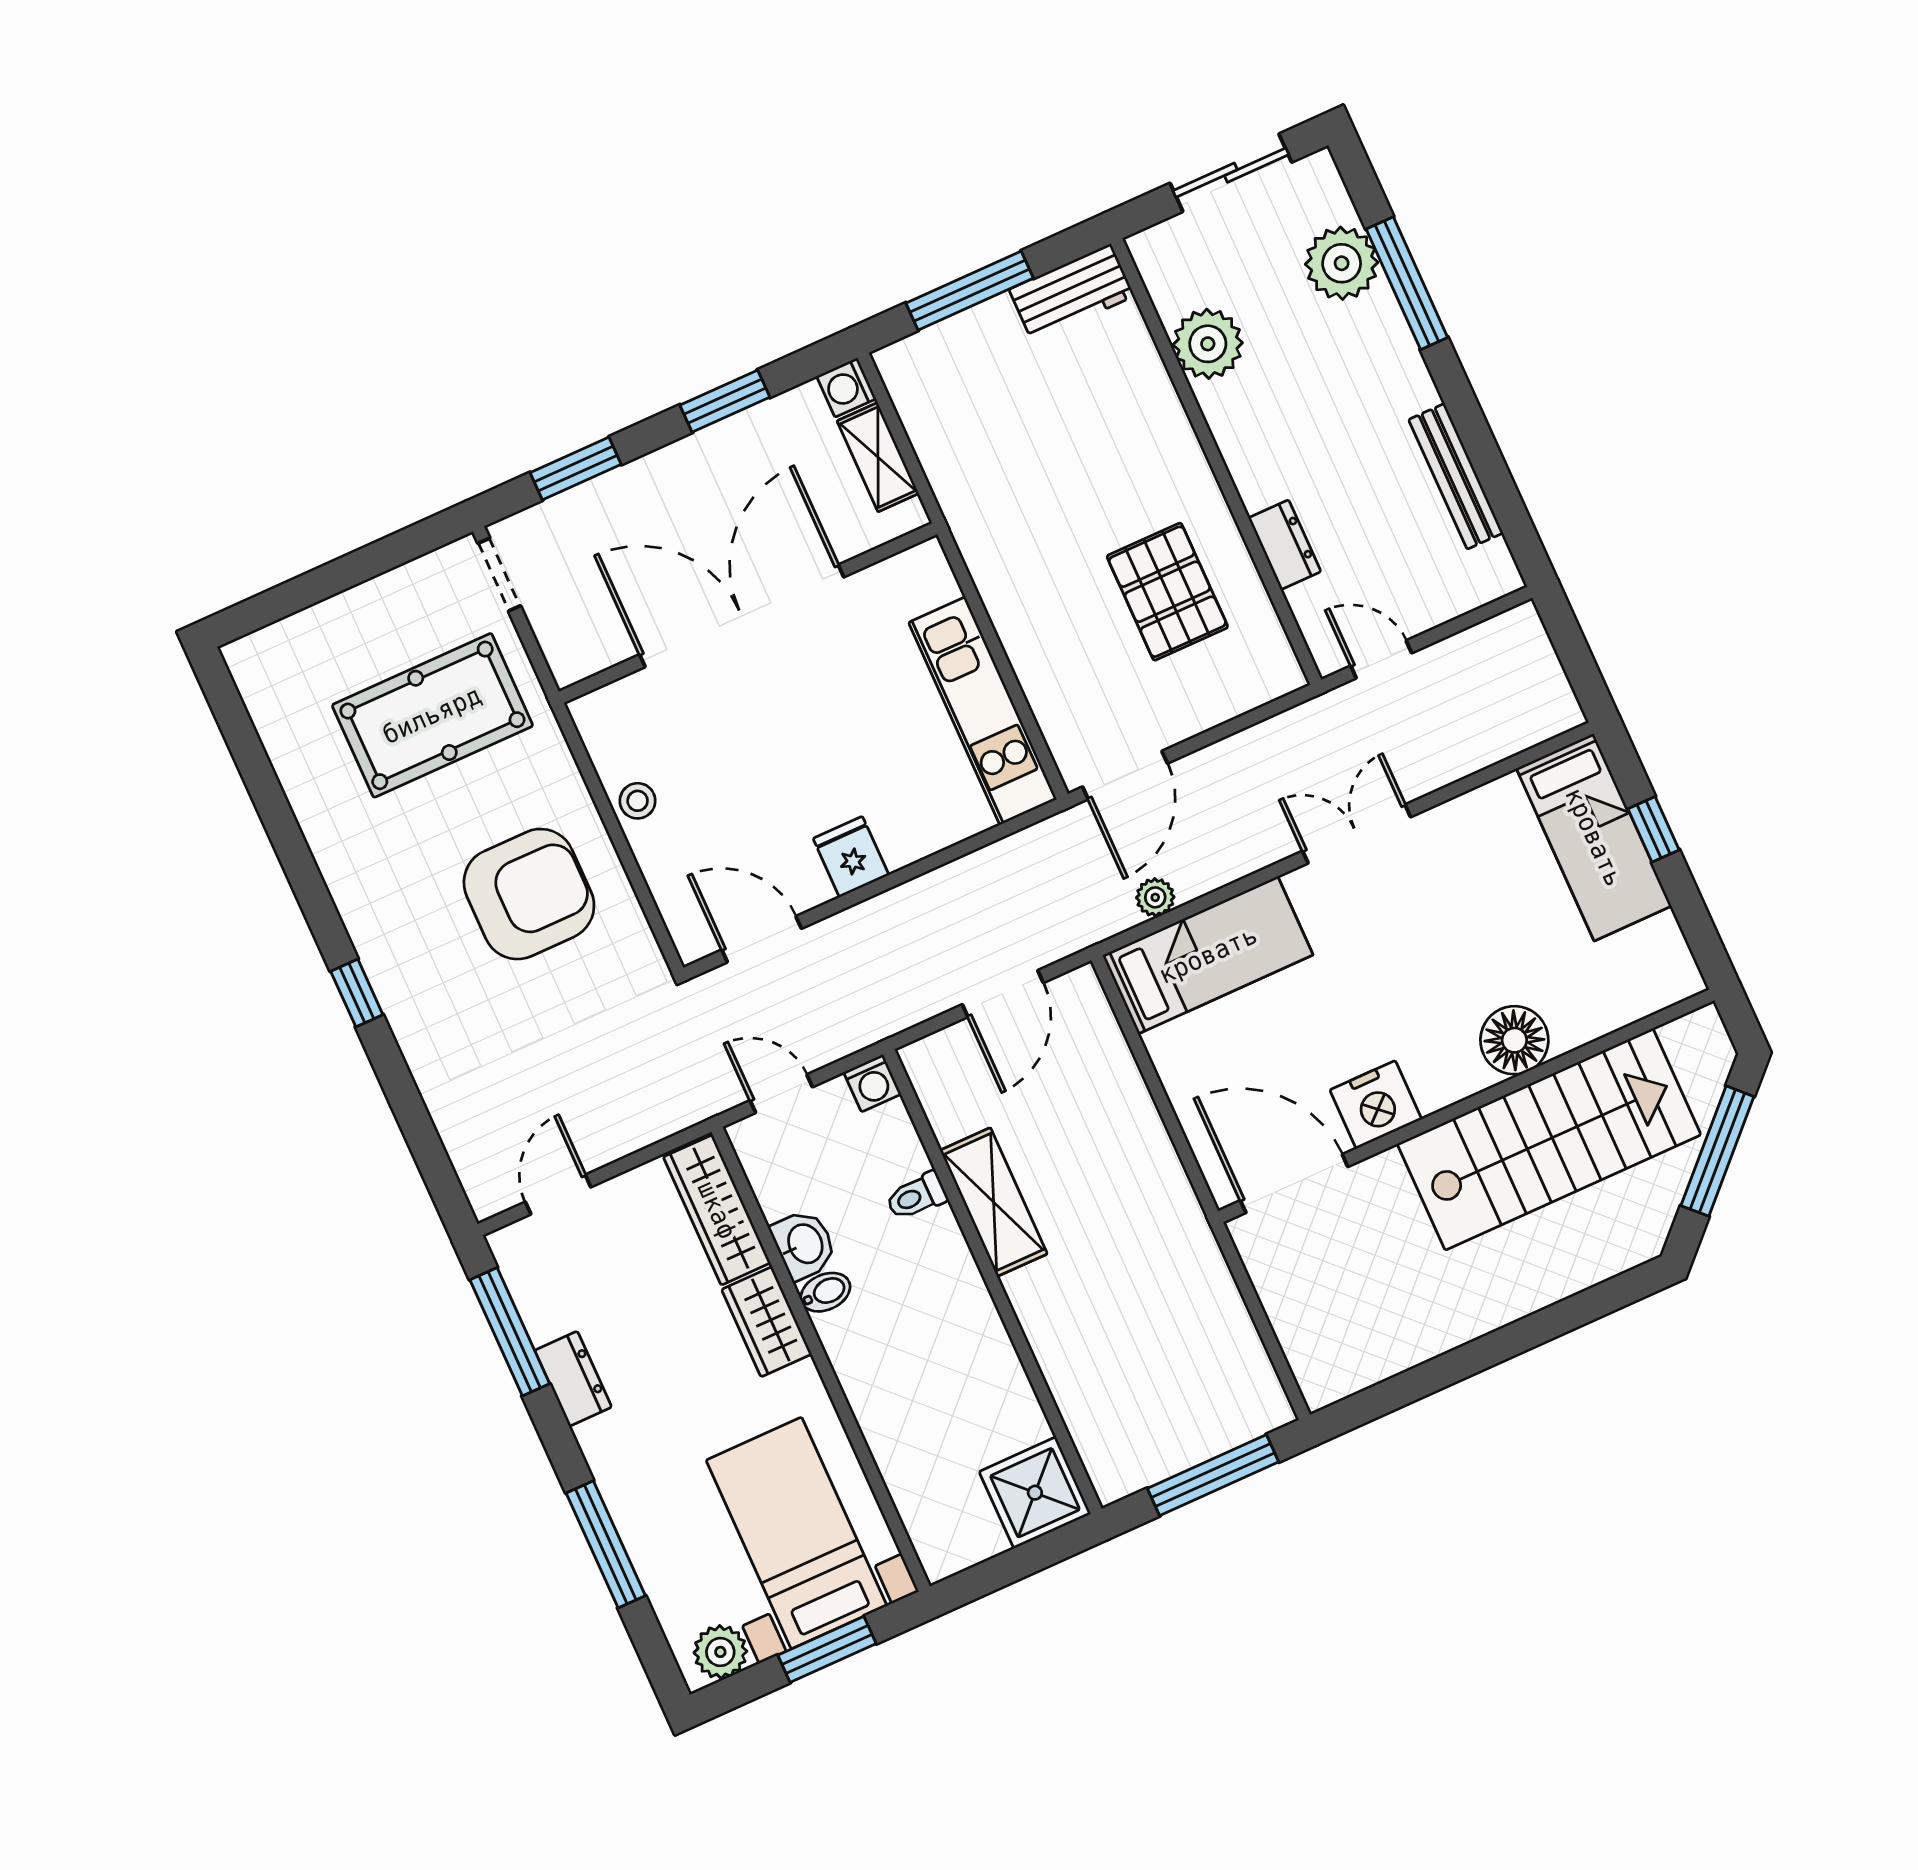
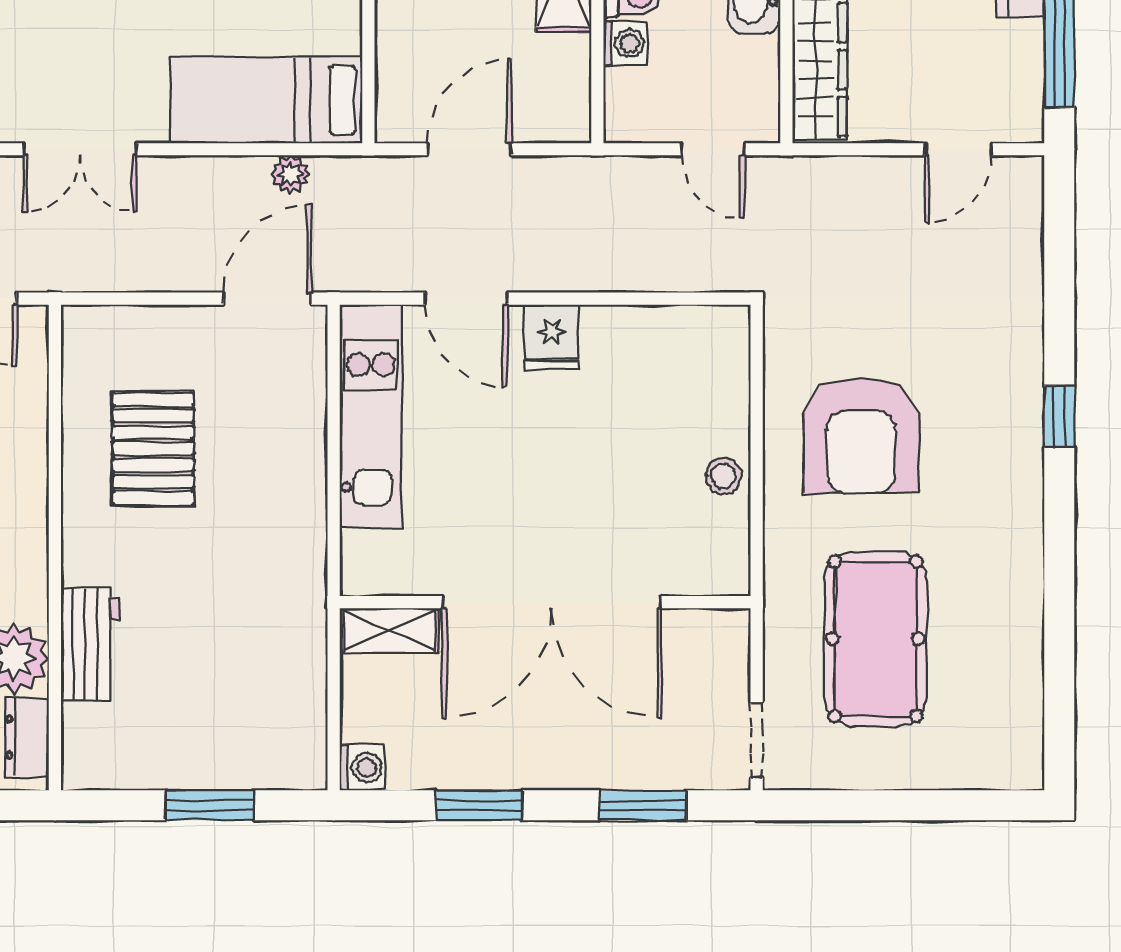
window: (970, 291) -> (210, 805), width x0.69
workbench: (1072, 293) -> (90, 645), moved, turned 90
shelving: (878, 457) -> (390, 631), moved, turned 90
dresser: (1285, 545) -> (27, 737), moved
pool table: (432, 715) -> (876, 639), turned 90
armchair: (529, 894) -> (861, 436), turned -90
door: (762, 939) -> (466, 299), moved
washing machine: (872, 1083) -> (625, 43), moved, turned 90

